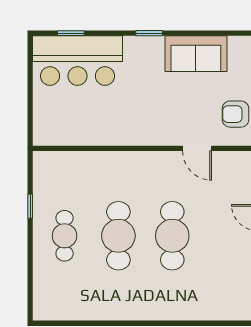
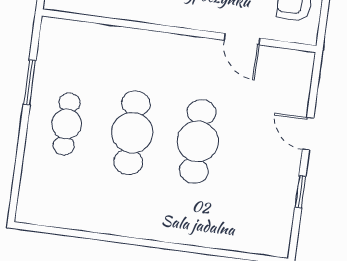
window: (30, 206) -> (30, 82), width x1.50

